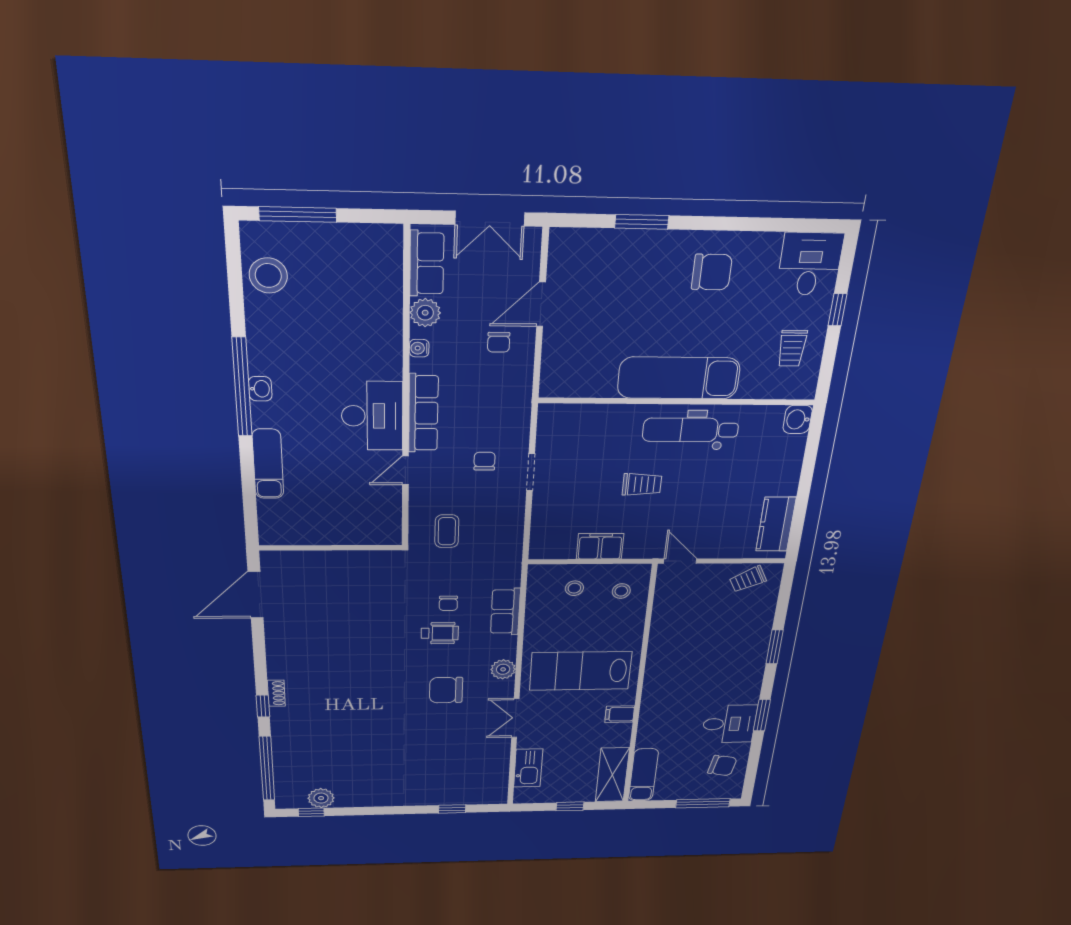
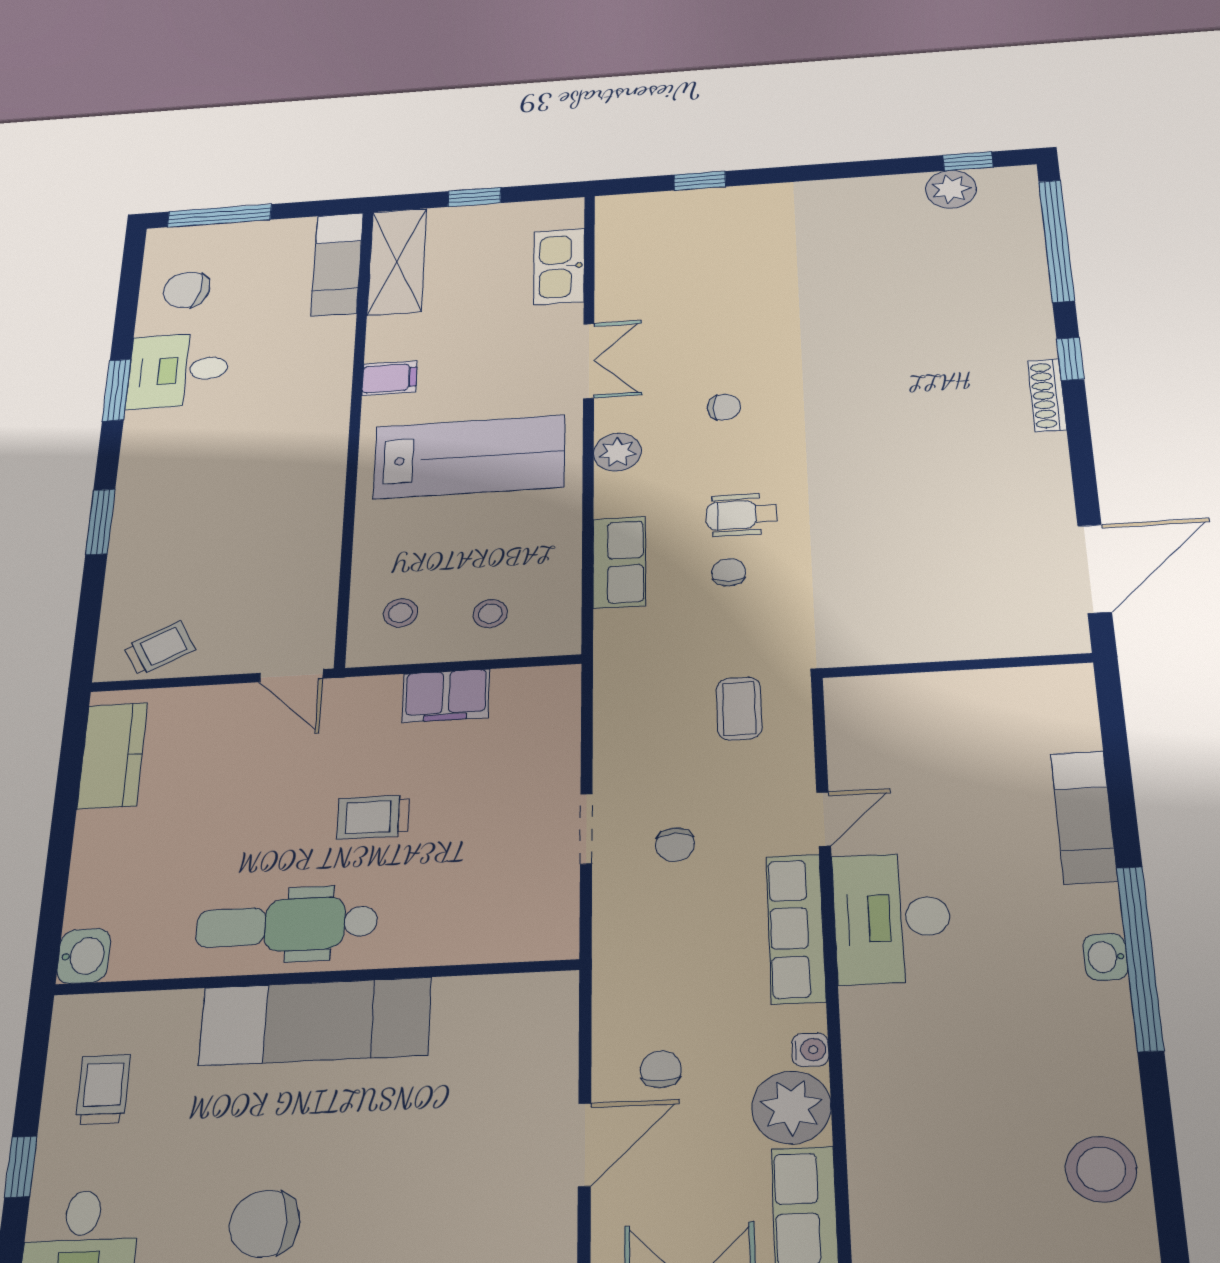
plant: (425, 313) -> (791, 1107), width x1.36, depth x1.36
dental chair: (691, 430) -> (287, 925), turned 180
chair: (446, 690) -> (724, 407), width x0.54, depth x0.54
shoe rack: (276, 693) -> (1047, 395), width x1.43

